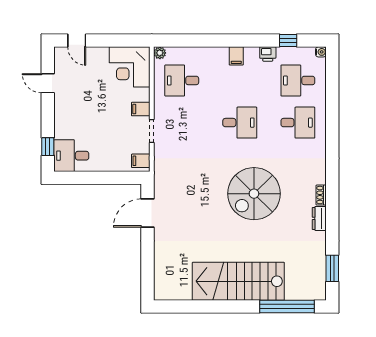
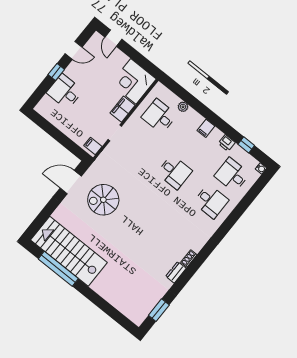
plant: (160, 53) -> (183, 107), moved
door: (48, 83) -> (74, 50), swing flipped
filing cabinet: (141, 109) -> (122, 109), width x2.00
window: (48, 147) -> (56, 72), moved
desk: (71, 156) -> (65, 92), moved
spiral stairs: (254, 194) -> (103, 200), moved, width x0.73, depth x0.73
stairs: (238, 281) -> (69, 251), moved
window: (287, 306) -> (58, 269), moved

